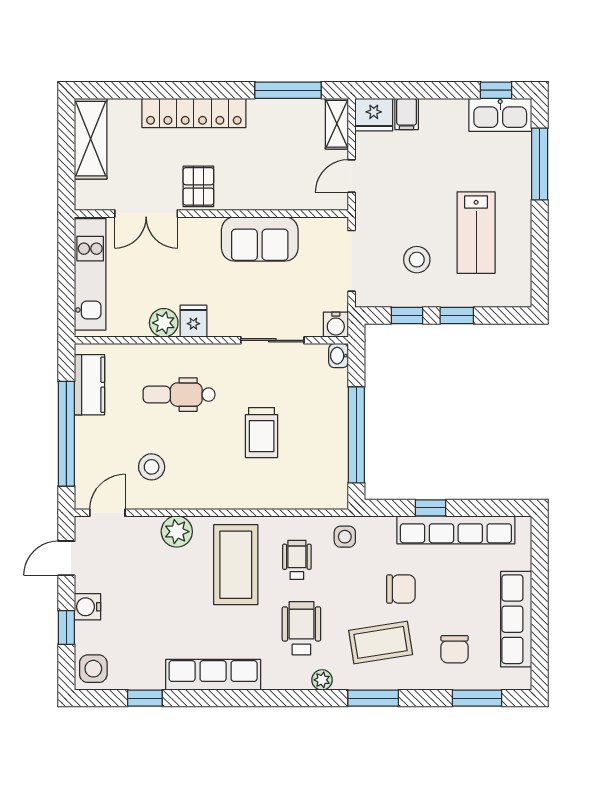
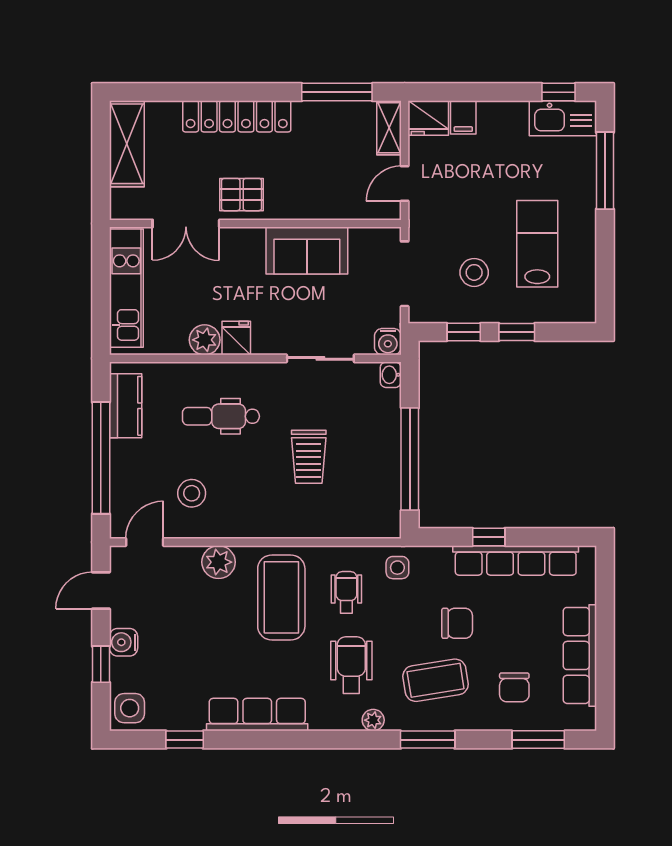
pallet: (198, 186) -> (242, 195), turned 90
lab bench: (476, 233) -> (537, 244), turned 180

